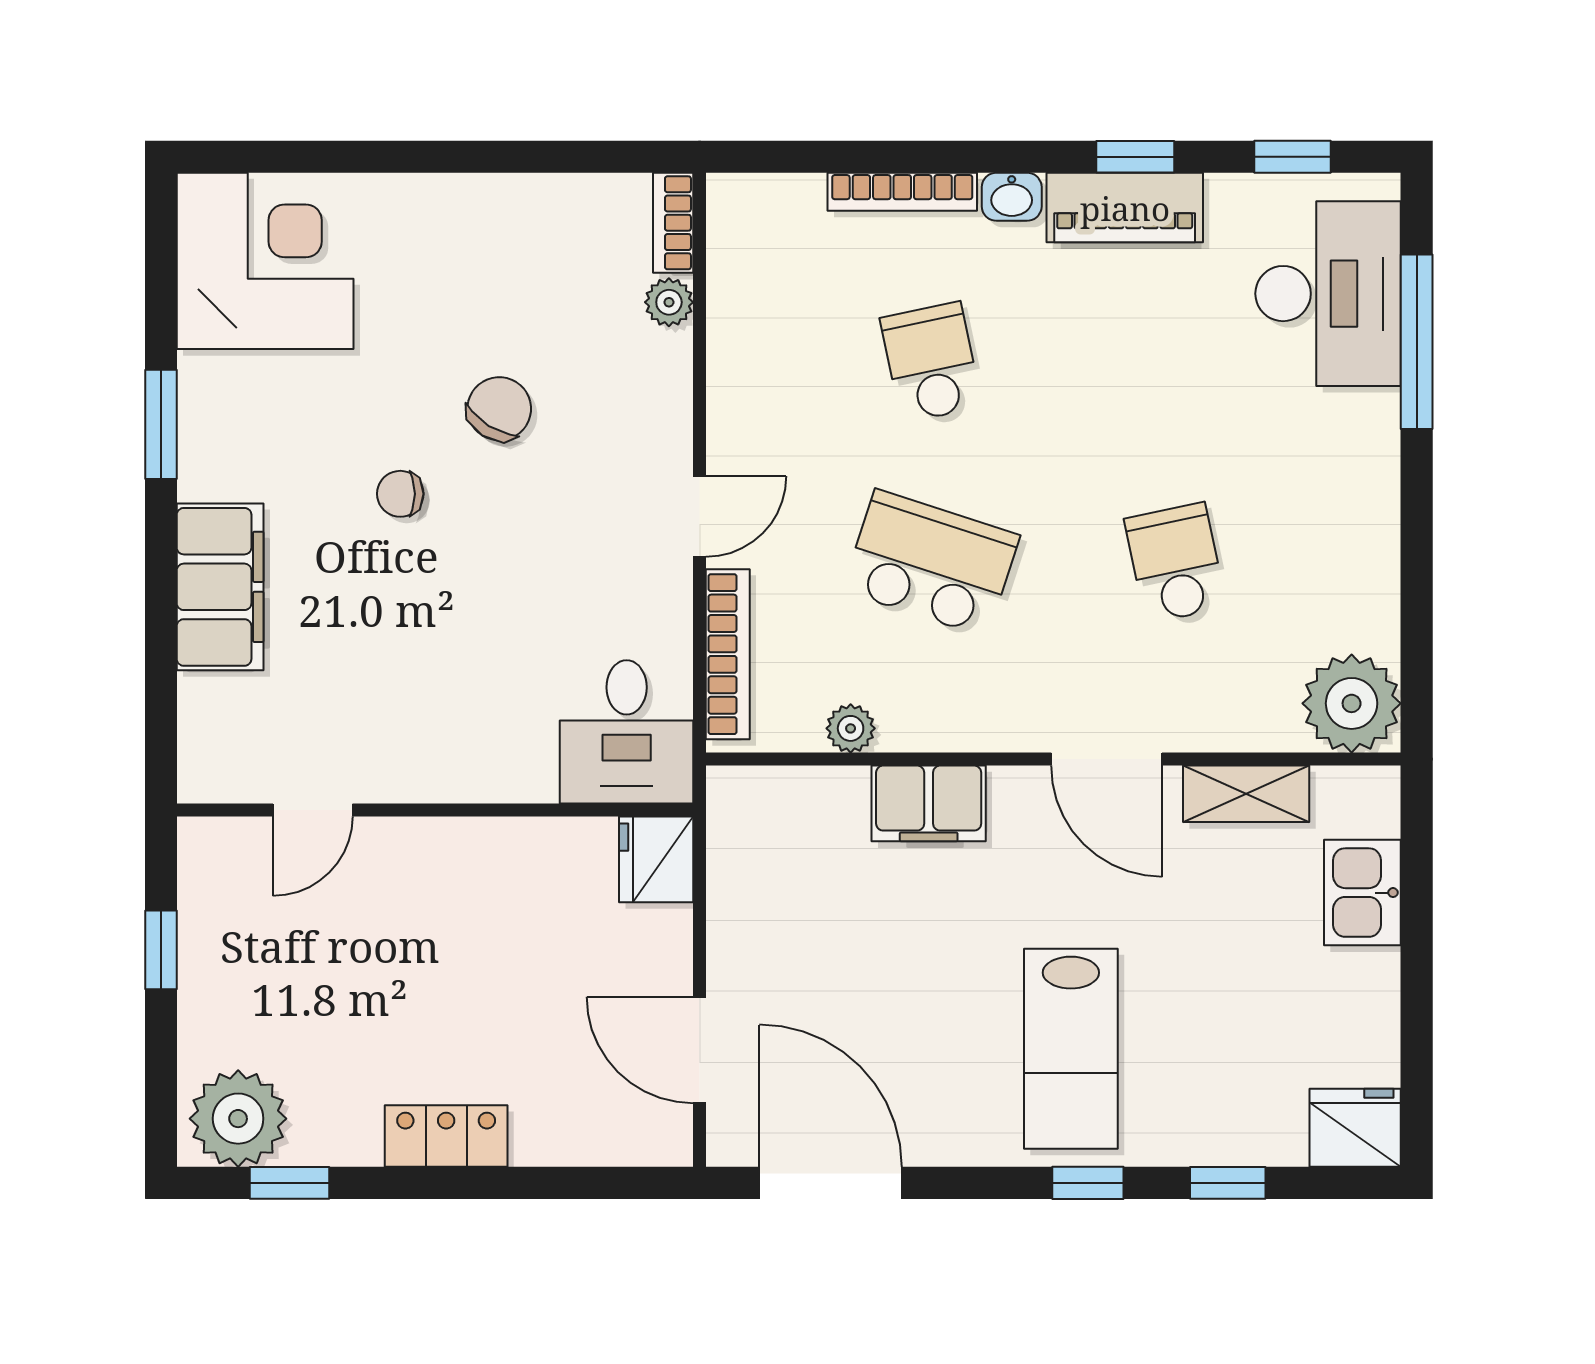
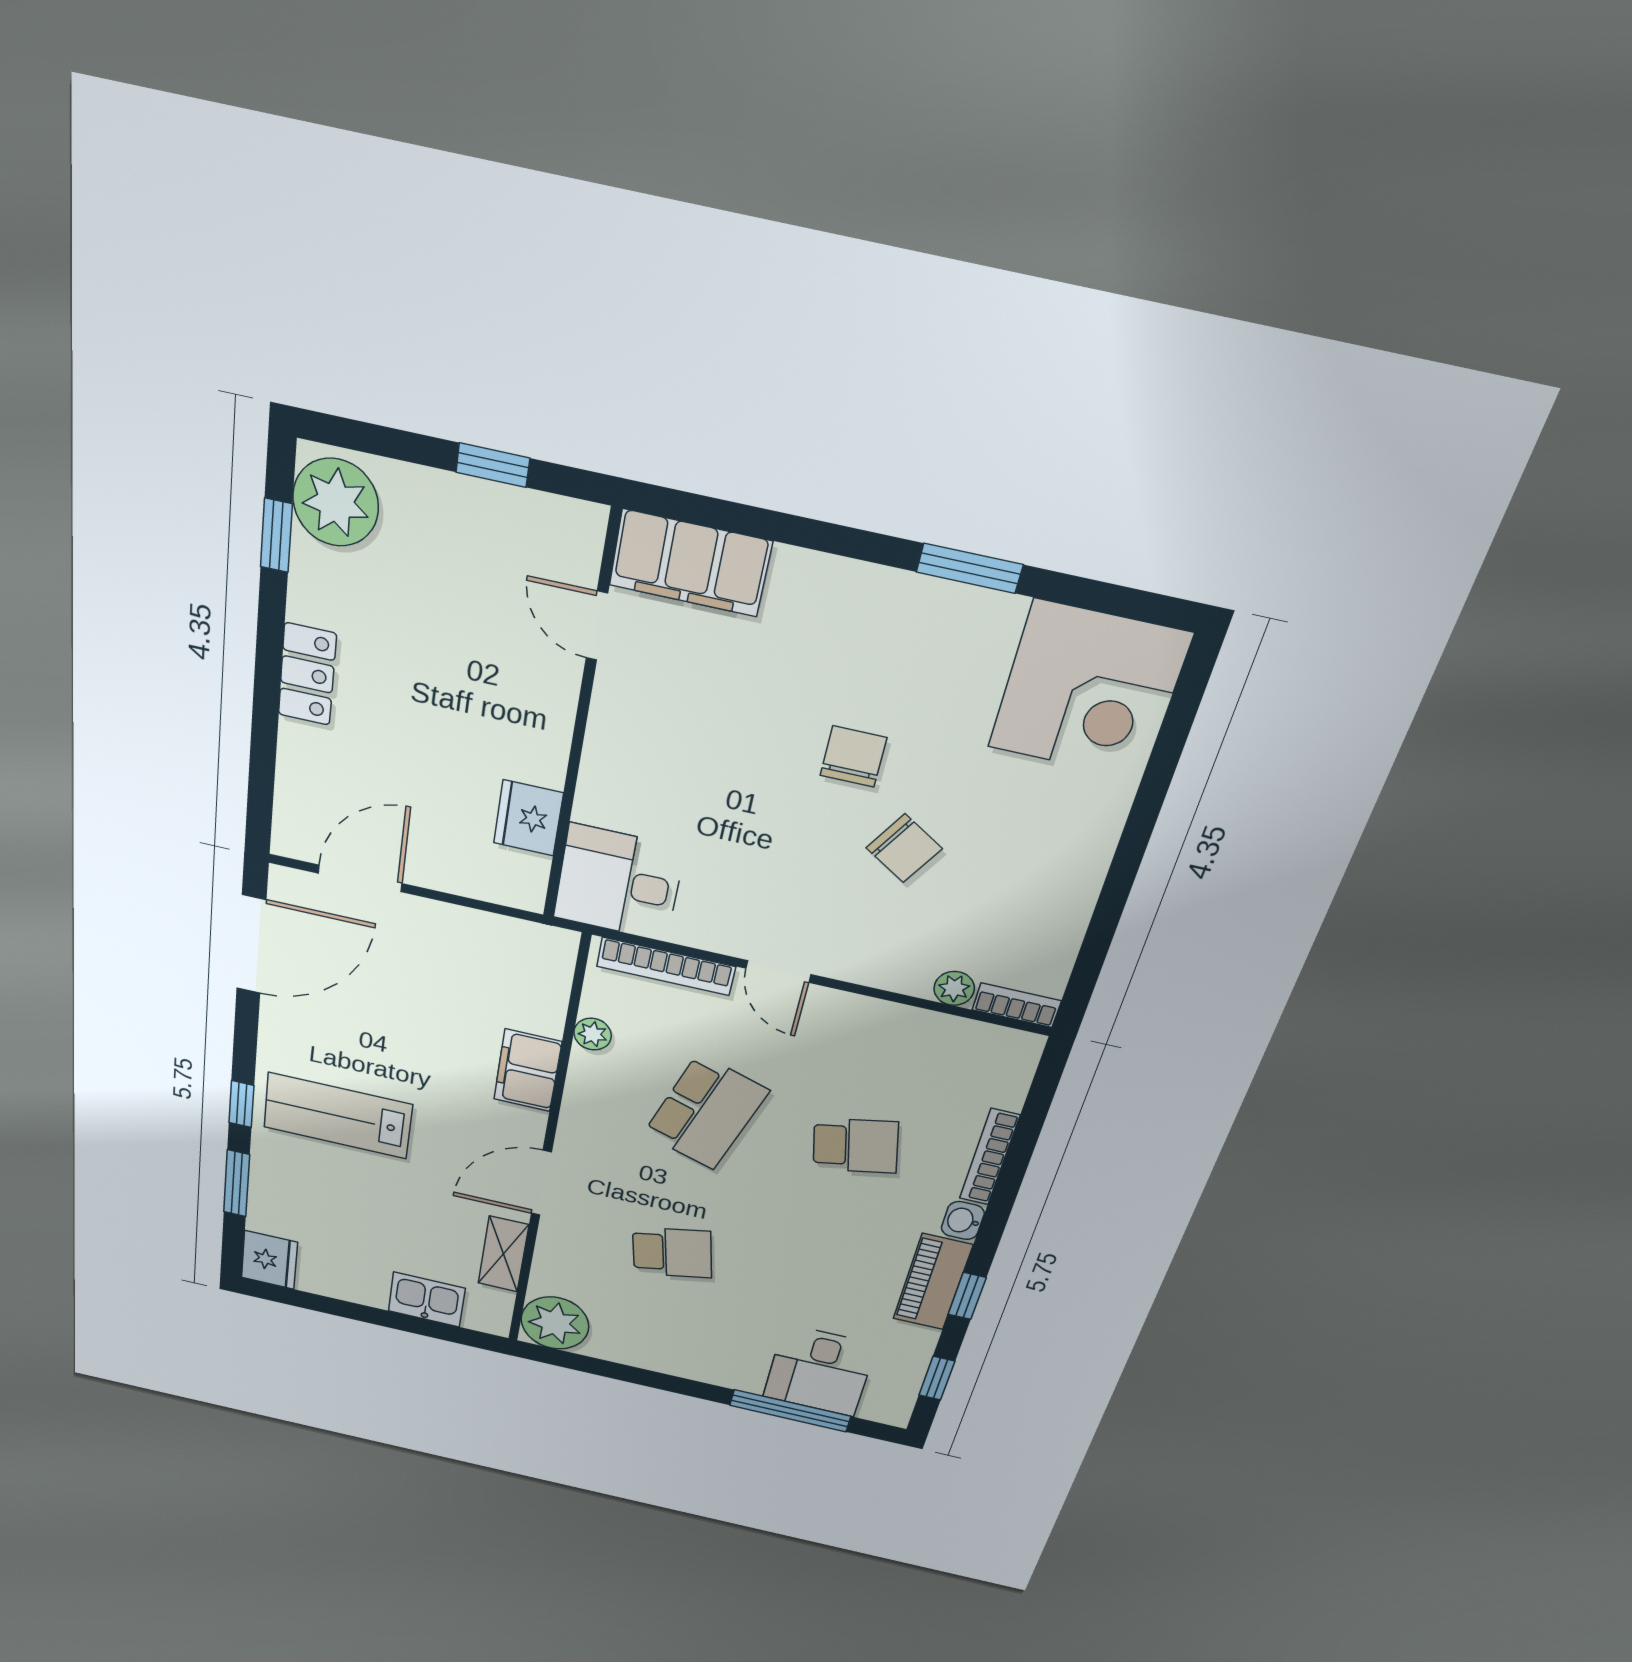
desk: (1328, 294) -> (819, 1371), width x0.73
chair: (400, 494) -> (853, 757), width x1.37, depth x1.37
filing cabinet: (220, 587) -> (690, 563), moved
fridge: (656, 859) -> (528, 818), moved, turned -90
window: (1228, 1183) -> (237, 1183), width x1.50

